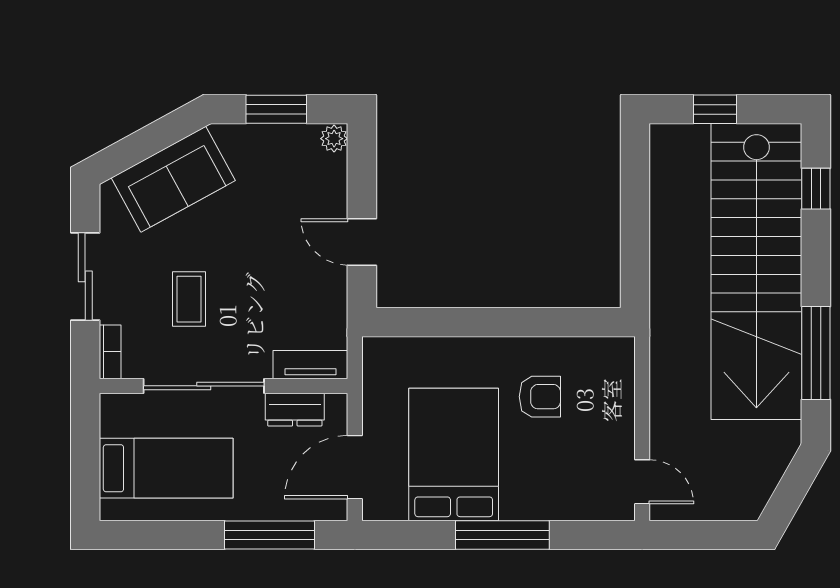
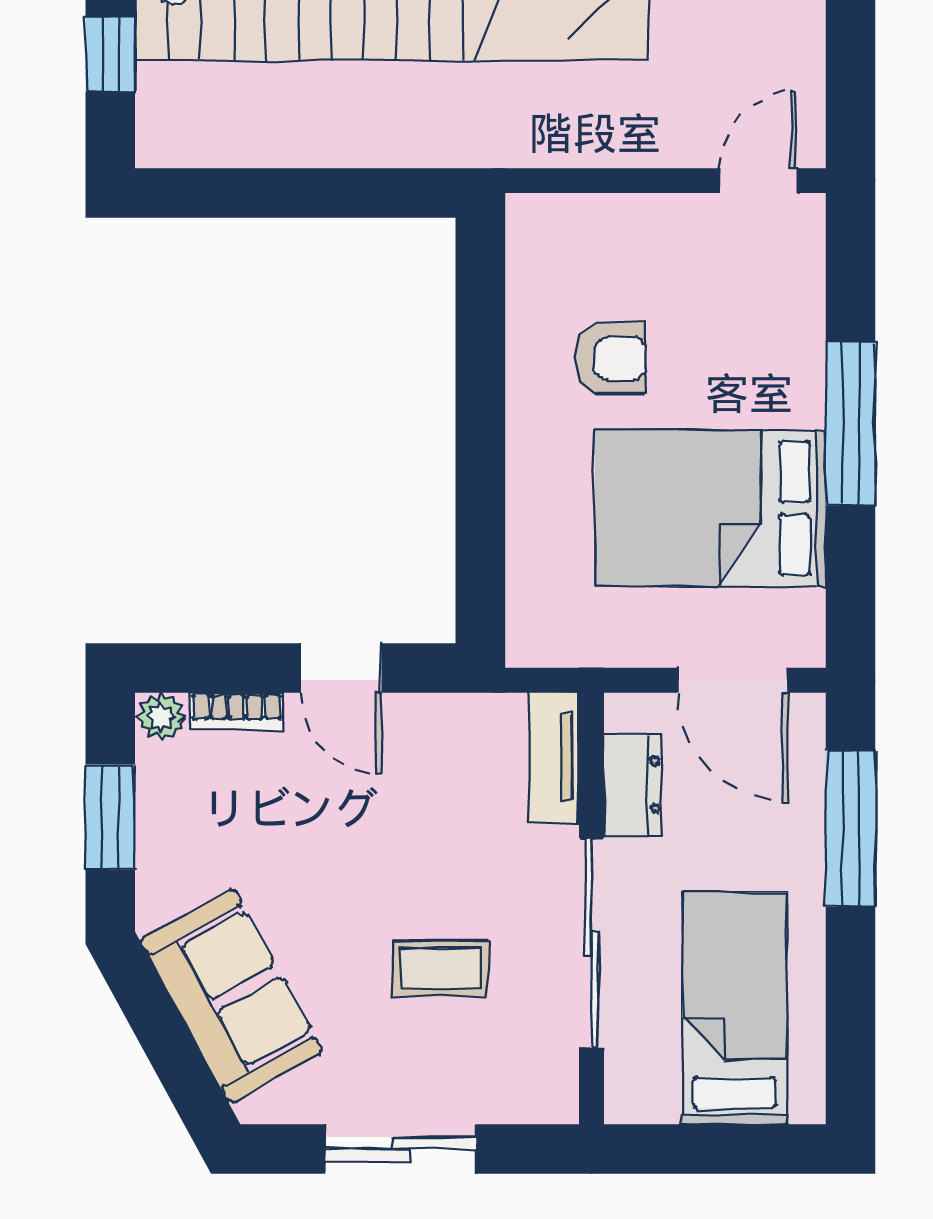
door: (362, 242) -> (341, 668), hinge flipped
bookcase: (110, 352) -> (237, 711), moved, turned 180
armchair: (540, 397) -> (610, 358), turned 90

